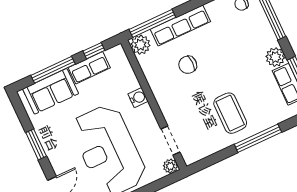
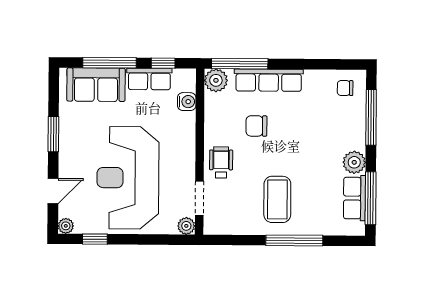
water cooler: (138, 98) -> (187, 102), moved
wheelchair: (174, 105) -> (221, 162), added

